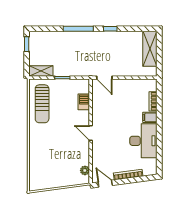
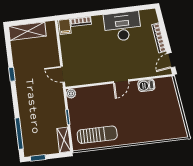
window: (78, 29) -> (19, 134), moved
door: (104, 78) -> (63, 74), swing flipped
barbecue: (84, 102) -> (146, 85), moved
filing cabinet: (150, 117) -> (65, 27), moved
plant: (85, 170) -> (71, 93), moved

